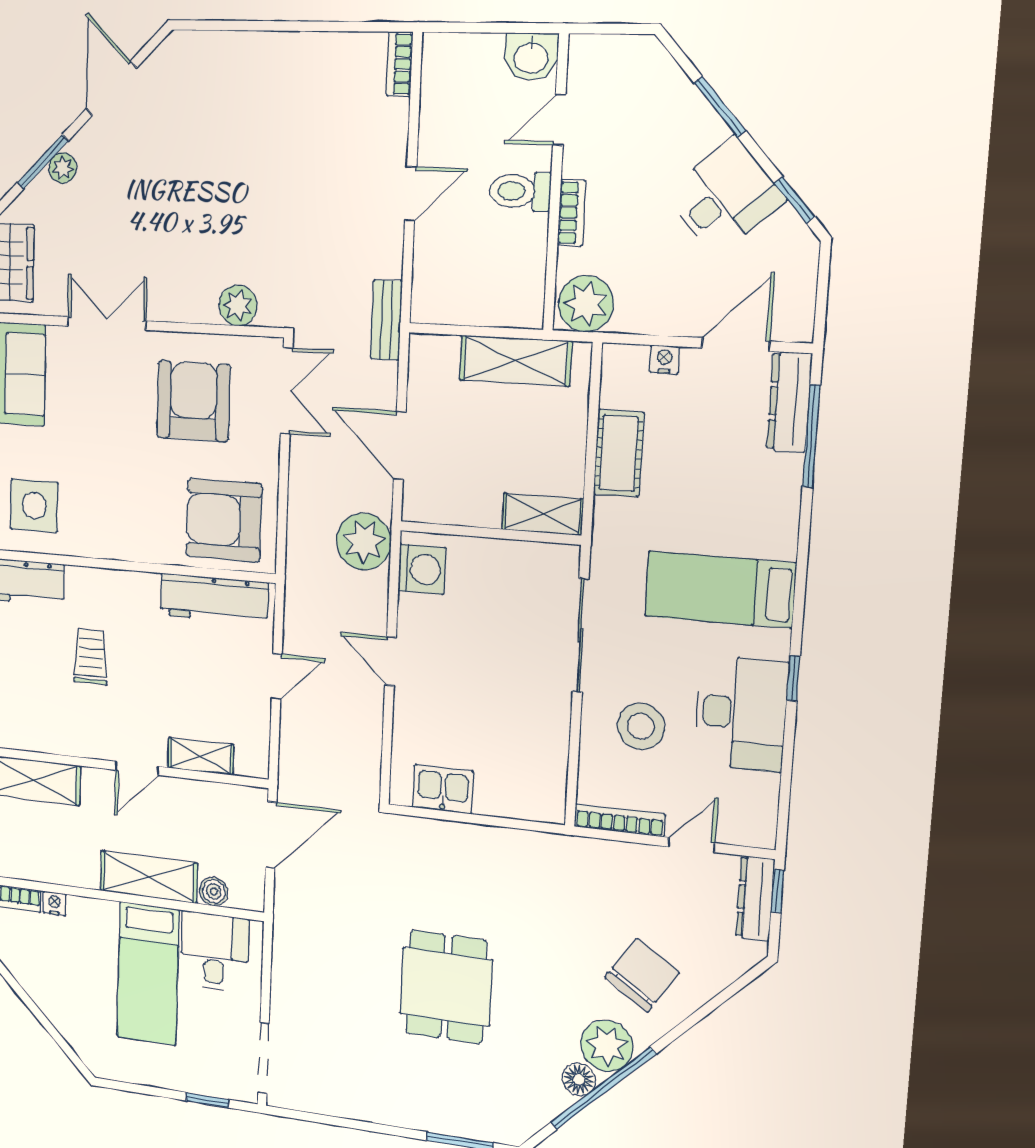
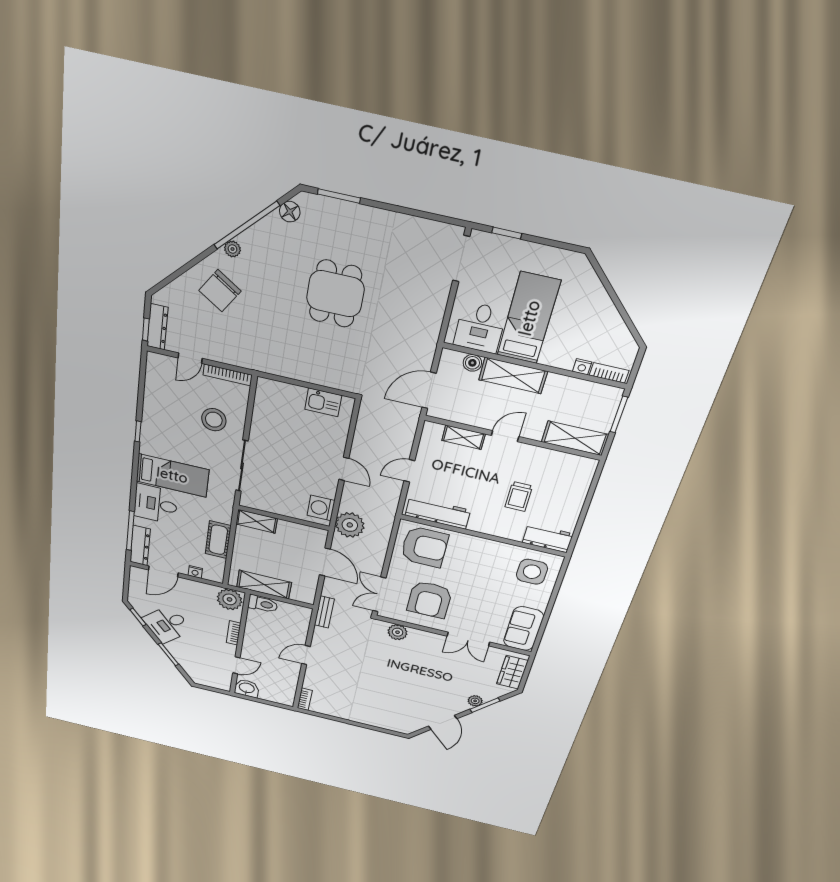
toilet: (520, 191) -> (263, 604), moved
desk: (741, 713) -> (156, 504), moved, width x0.73
plant: (607, 1046) -> (232, 249), width x0.53, depth x0.53
floor lamp: (579, 1079) -> (290, 212), moved

